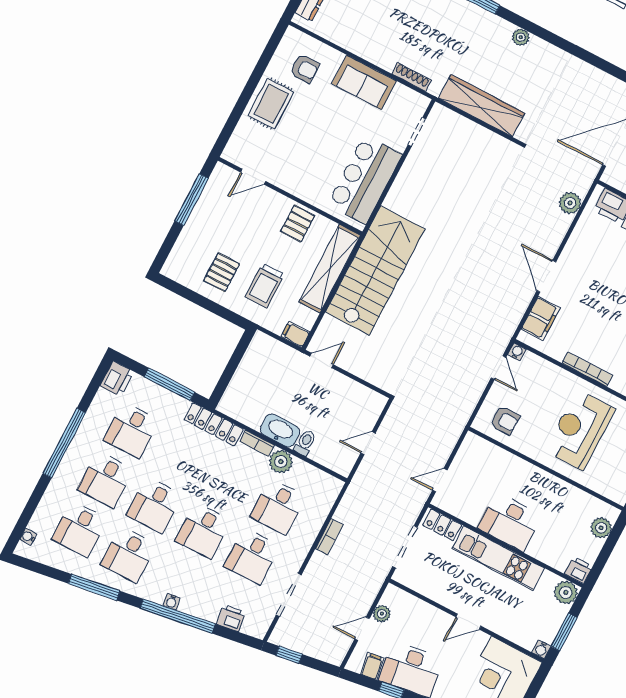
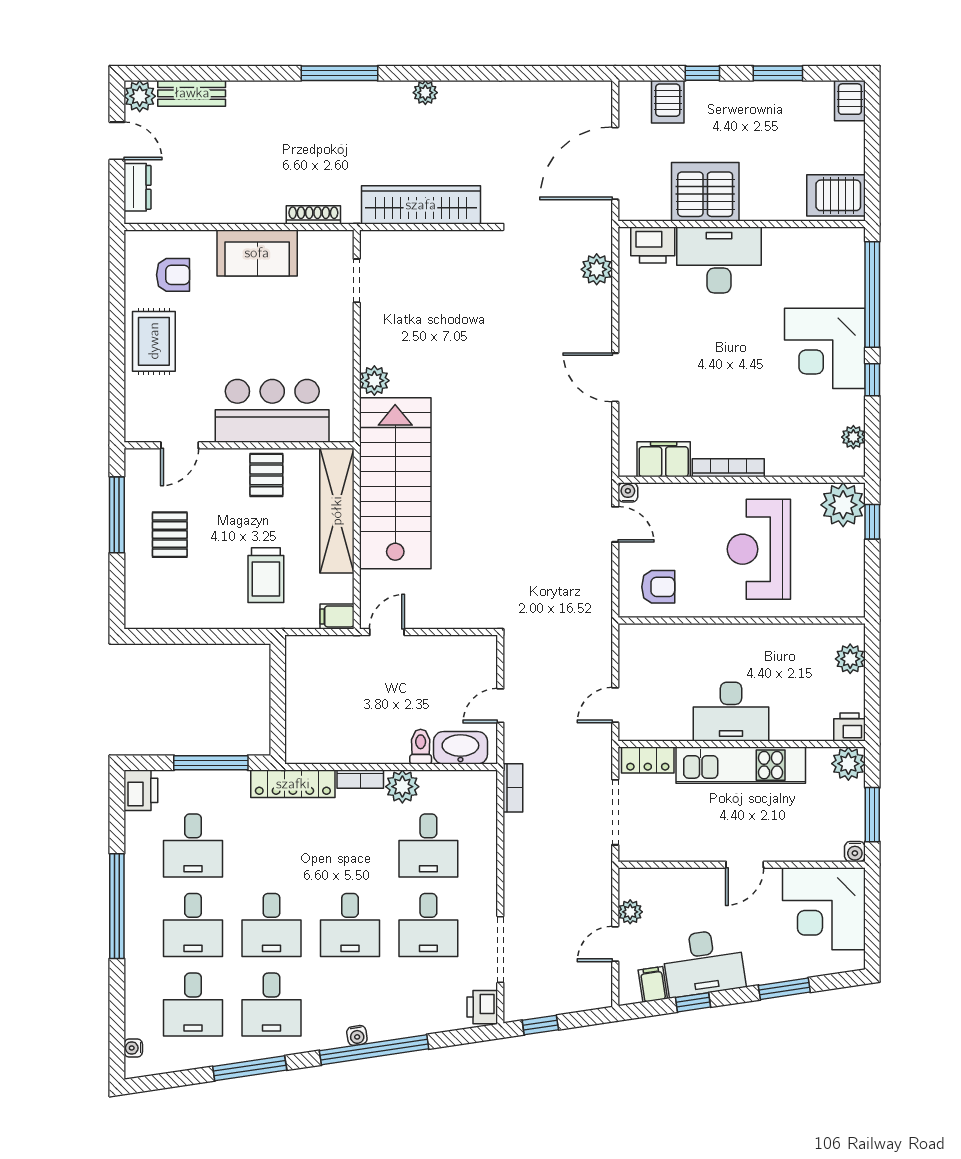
bar counter: (365, 179) -> (272, 411), moved, turned 90
plant: (395, 200) -> (374, 381), added
pallet: (222, 272) -> (170, 535), moved
filing cabinet: (541, 319) -> (664, 459), moved, turned -90
washbasin: (280, 430) -> (460, 748), moved
bookcase: (329, 537) -> (513, 788), moved
printer: (231, 618) -> (482, 1007), moved, turned -82

